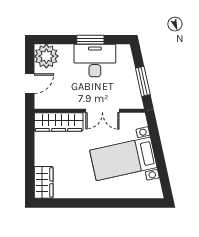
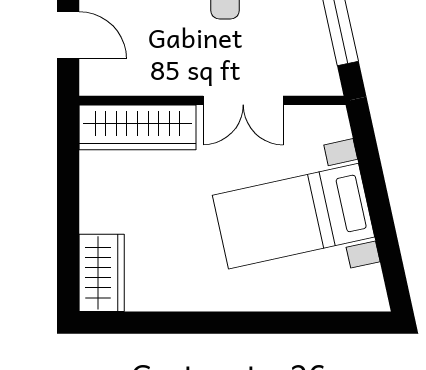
door: (30, 84) -> (68, 35), hinge flipped

